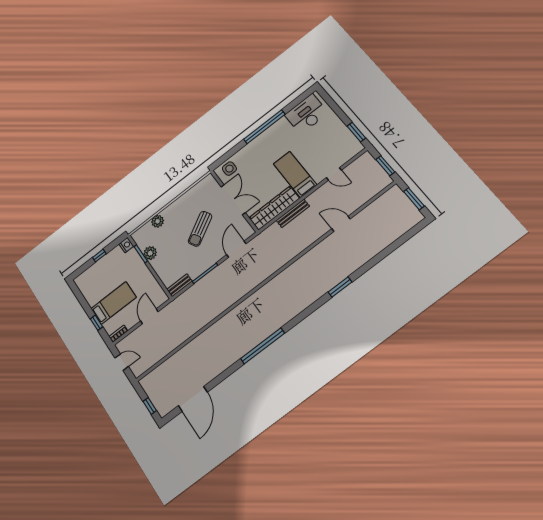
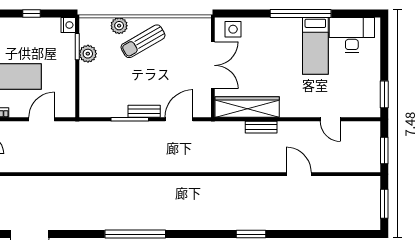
bed: (295, 174) -> (315, 46), moved, turned 180
bench: (293, 213) -> (261, 127), width x0.73
sun lounger: (200, 229) -> (143, 41), moved
bench: (180, 285) -> (144, 111), moved

